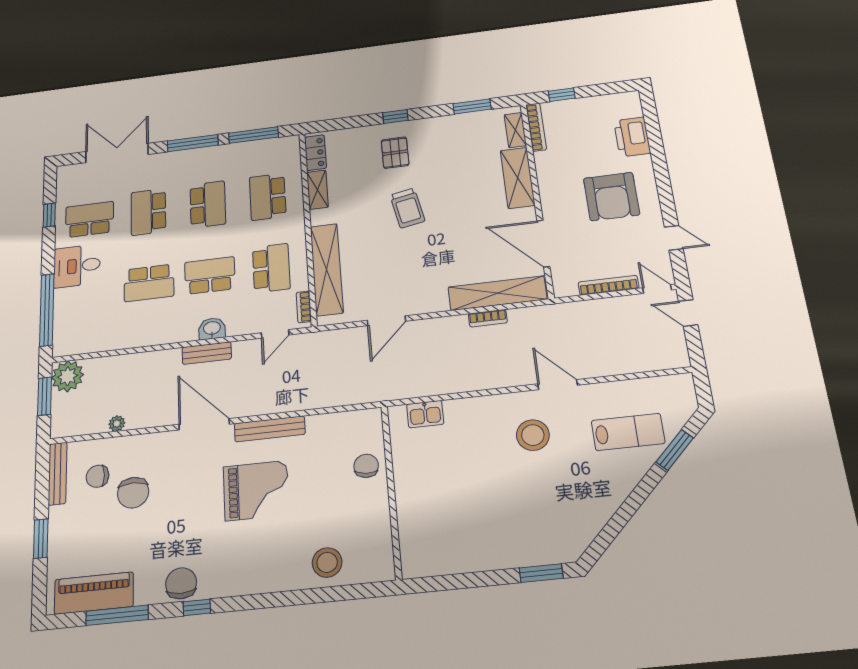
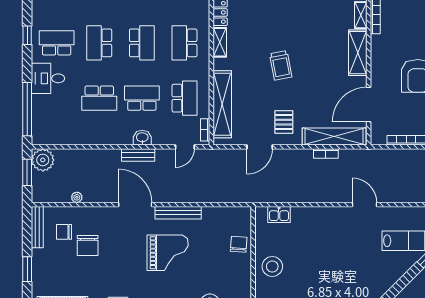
pallet: (395, 153) -> (284, 122), moved
door: (543, 244) -> (369, 105), hinge flipped
stool: (533, 435) -> (272, 266), moved

